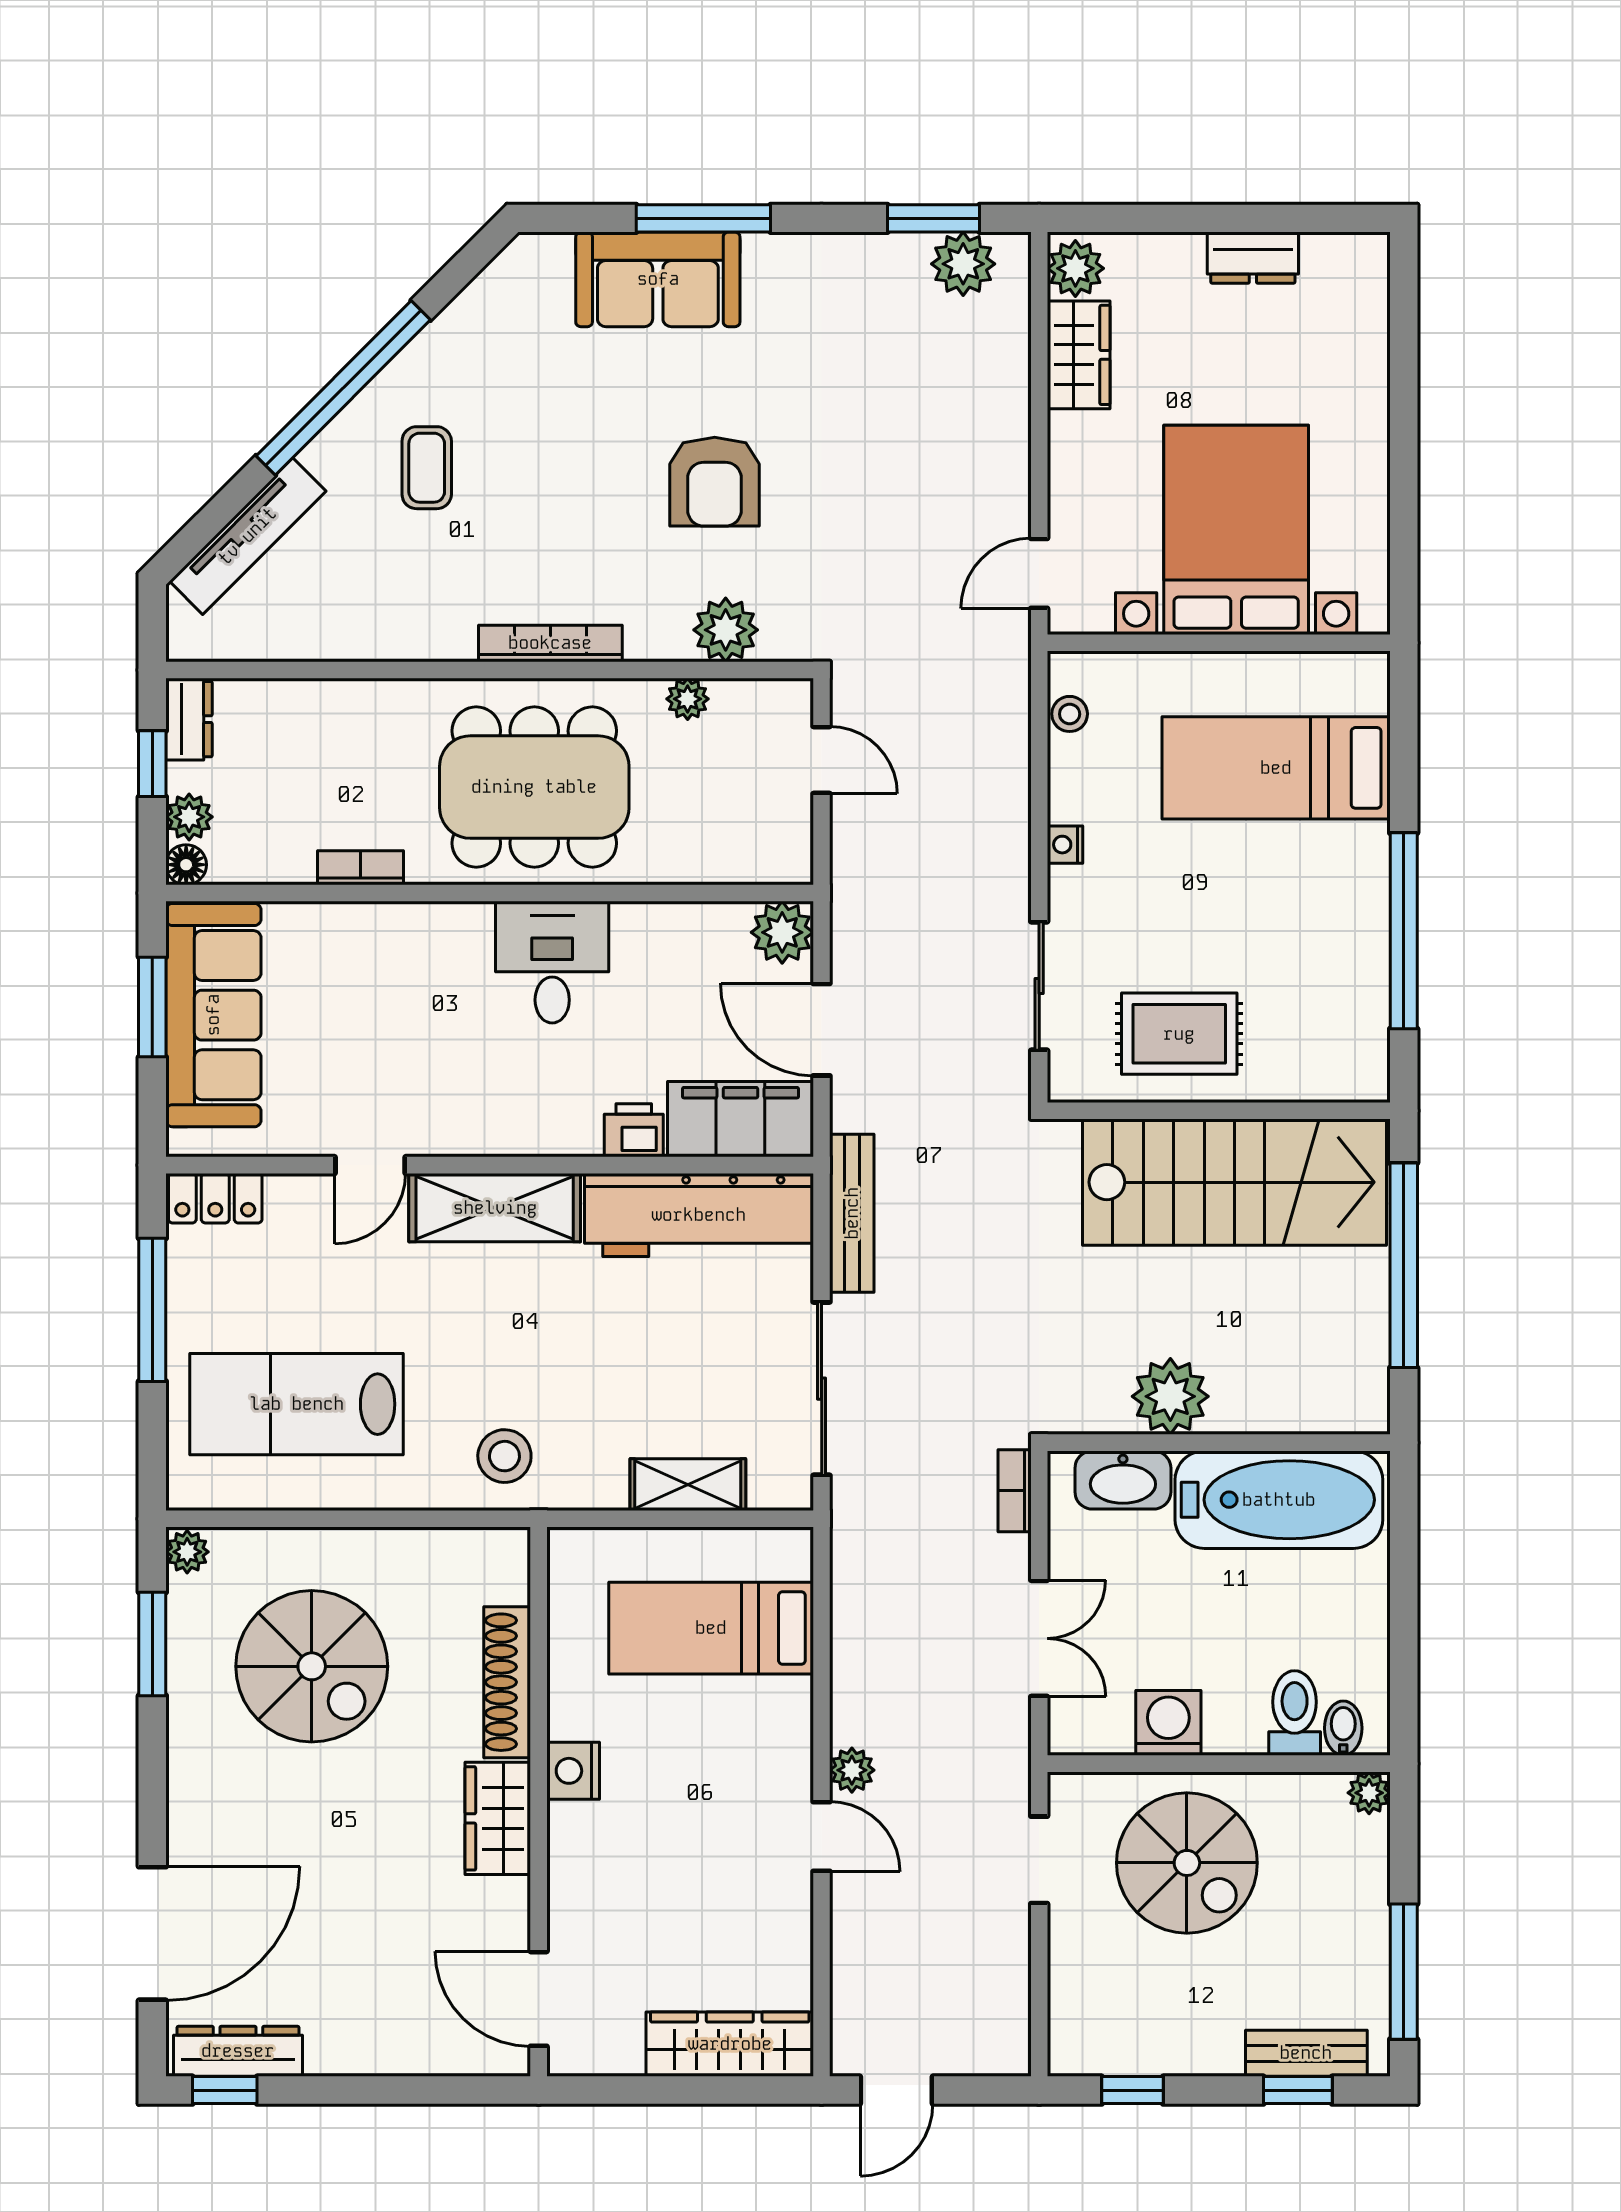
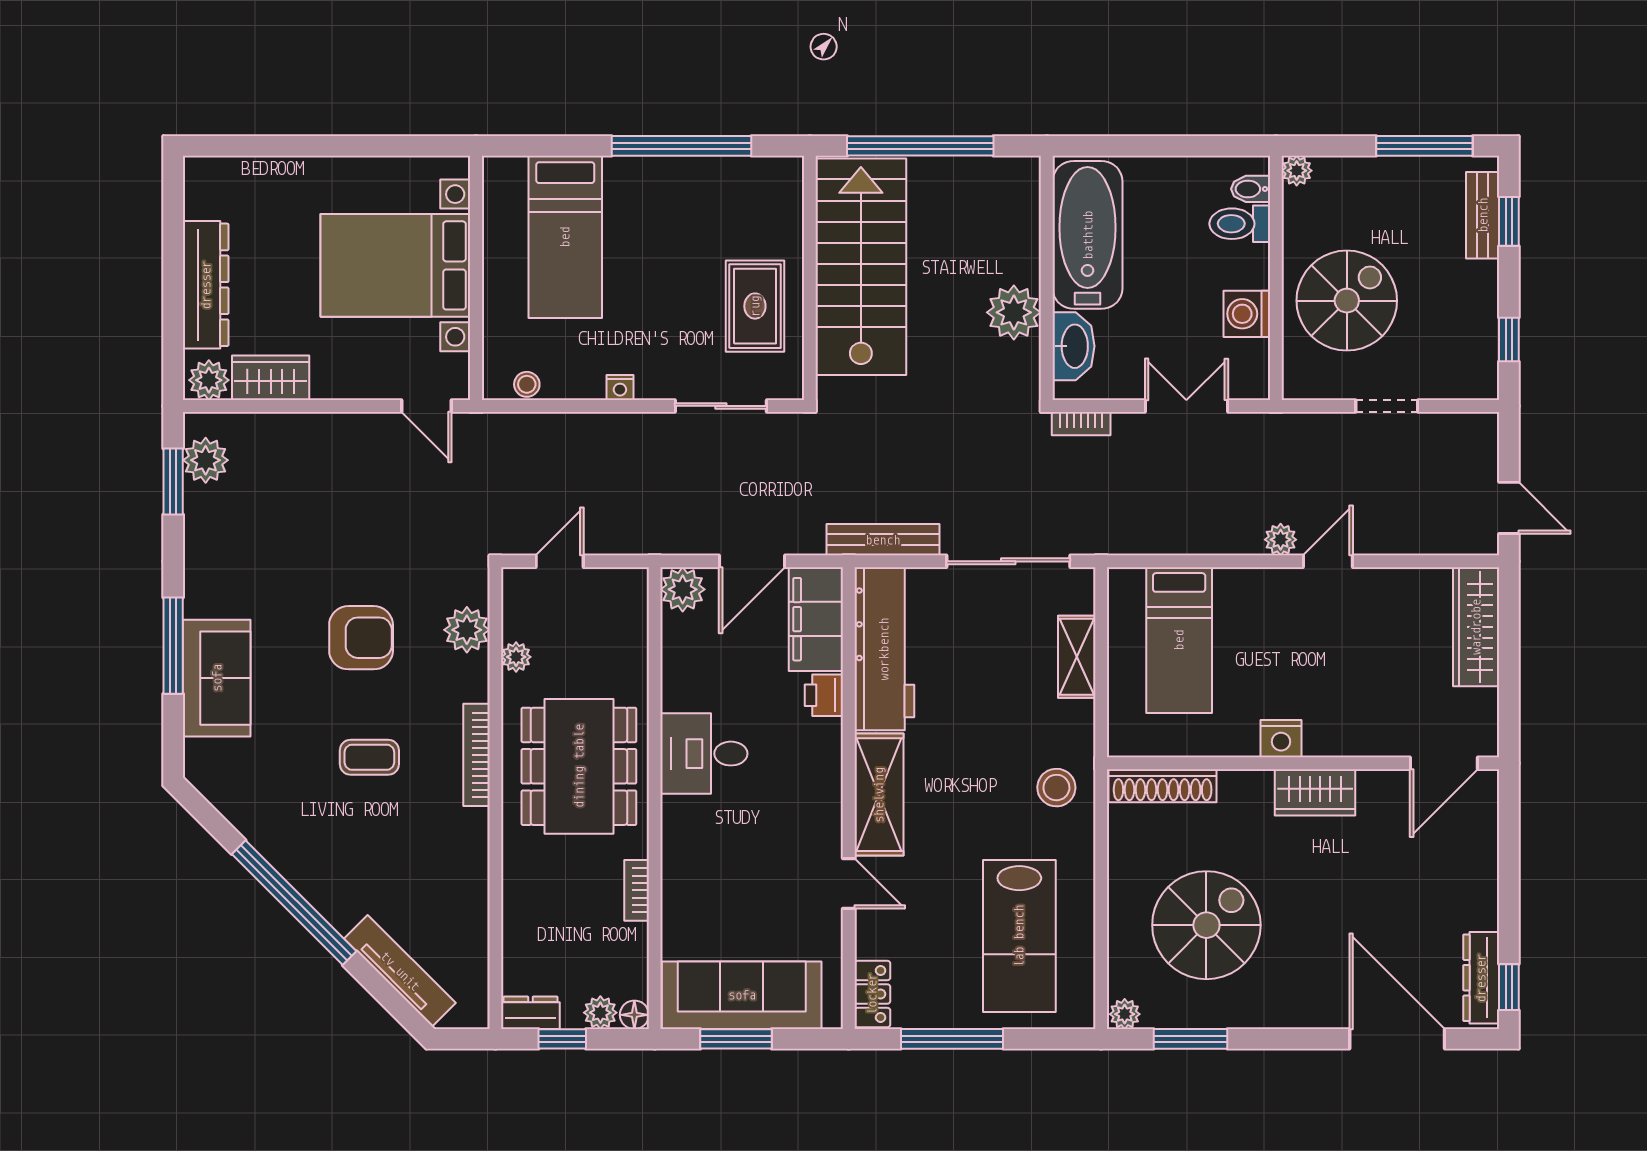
dresser: (1253, 258) -> (206, 285), width x1.96, depth x1.24
coffee table: (427, 468) -> (369, 757), moved
shoe rack: (507, 1682) -> (1163, 786), moved
doorway: (1039, 1860) -> (1387, 406), moved

